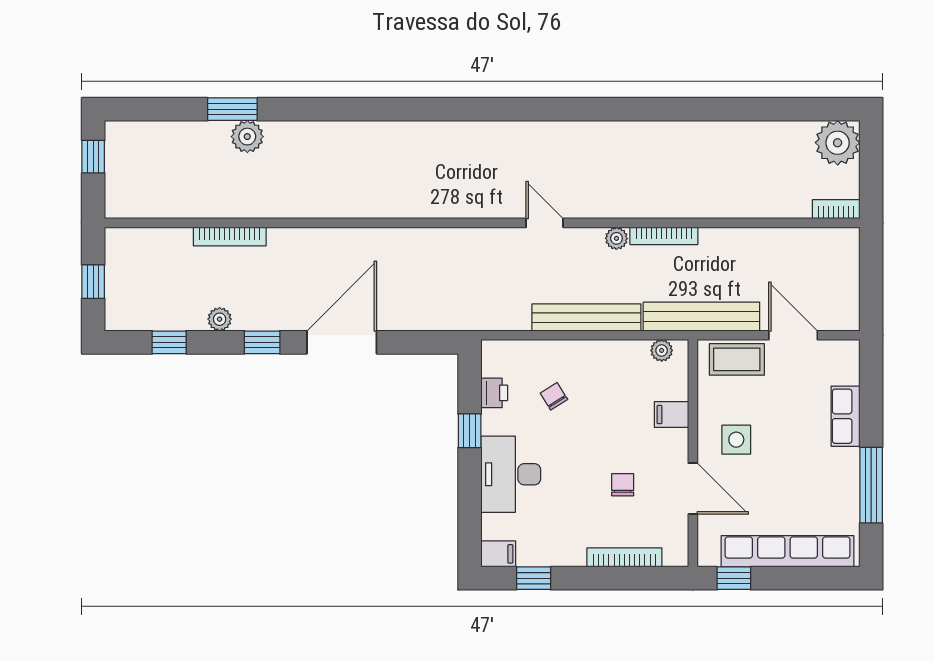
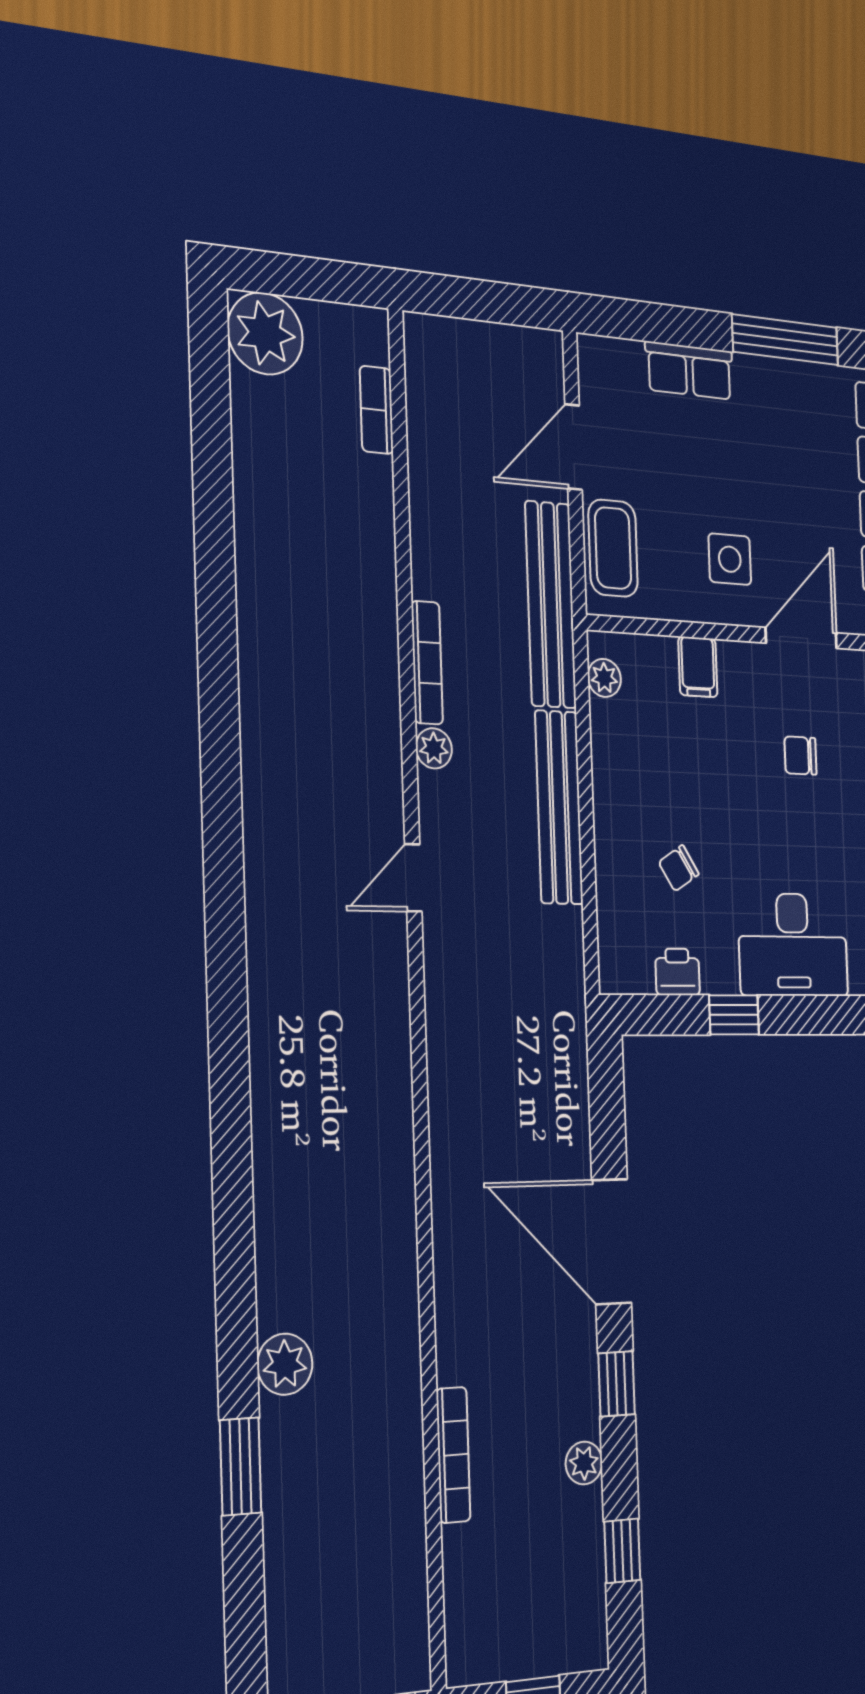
plant: (247, 137) -> (285, 1364), moved
bookcase: (836, 209) -> (376, 410), moved

